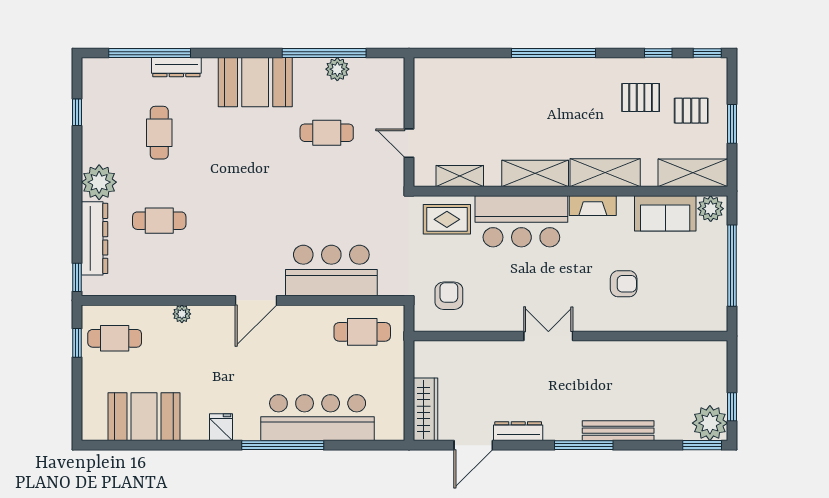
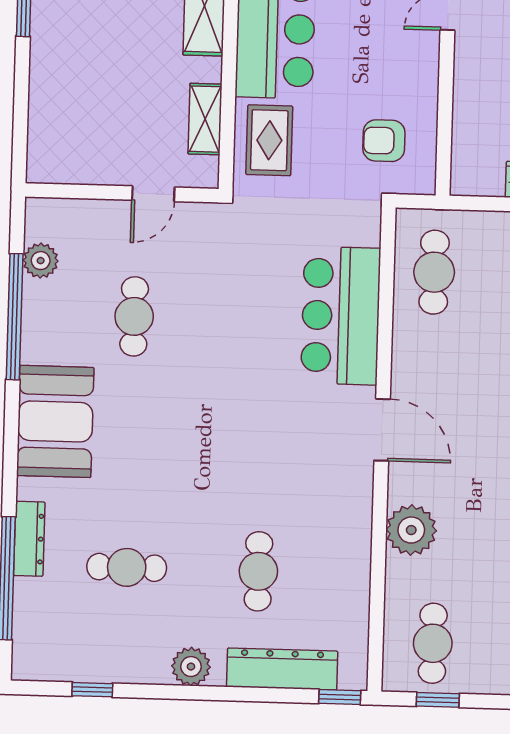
plant: (337, 69) -> (41, 261), moved
plant: (99, 182) -> (191, 667), width x0.73, depth x0.73
plant: (182, 314) -> (411, 530), width x1.87, depth x1.87

